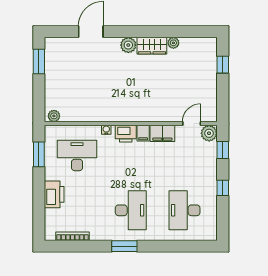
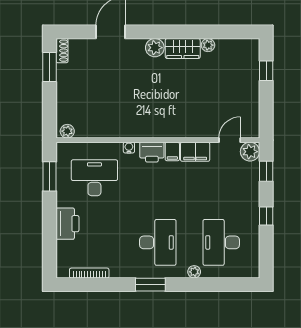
shoe rack: (49, 48) -> (62, 51), added
plant: (162, 235) -> (194, 272), added

